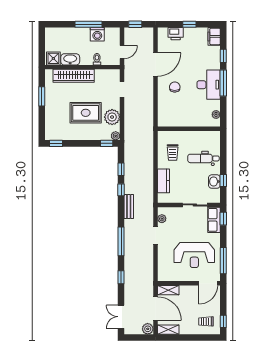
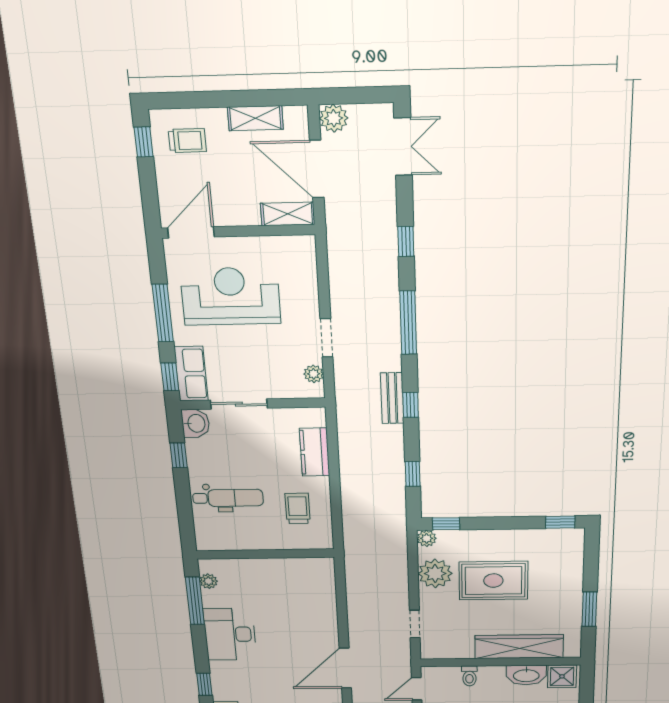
window: (223, 83) -> (195, 601), moved
chair: (175, 87) -> (302, 629), removed
washbasin: (214, 182) -> (196, 423), moved
window: (121, 190) -> (411, 405), moved
window: (223, 261) -> (163, 313), moved
shelving: (168, 330) -> (255, 118), moved

